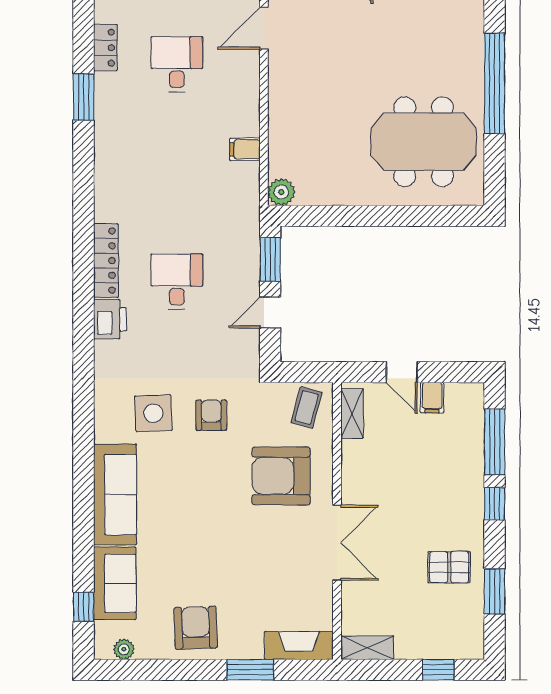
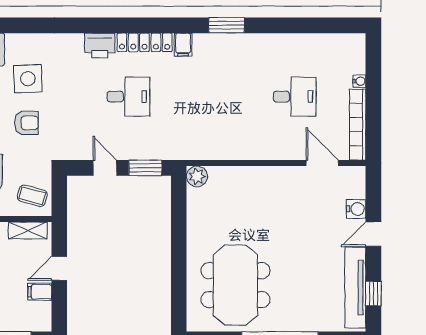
locker: (105, 48) -> (307, 42), removed
window: (84, 97) -> (226, 25), moved
filing cabinet: (245, 149) -> (183, 45), moved, turned 180

